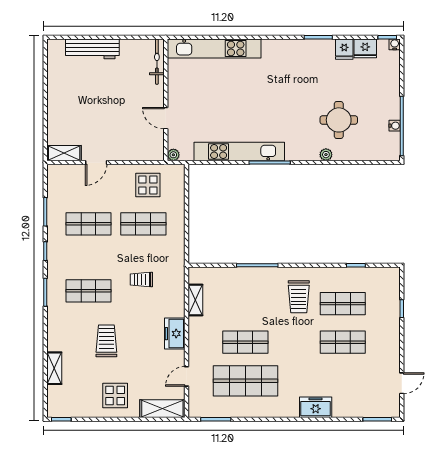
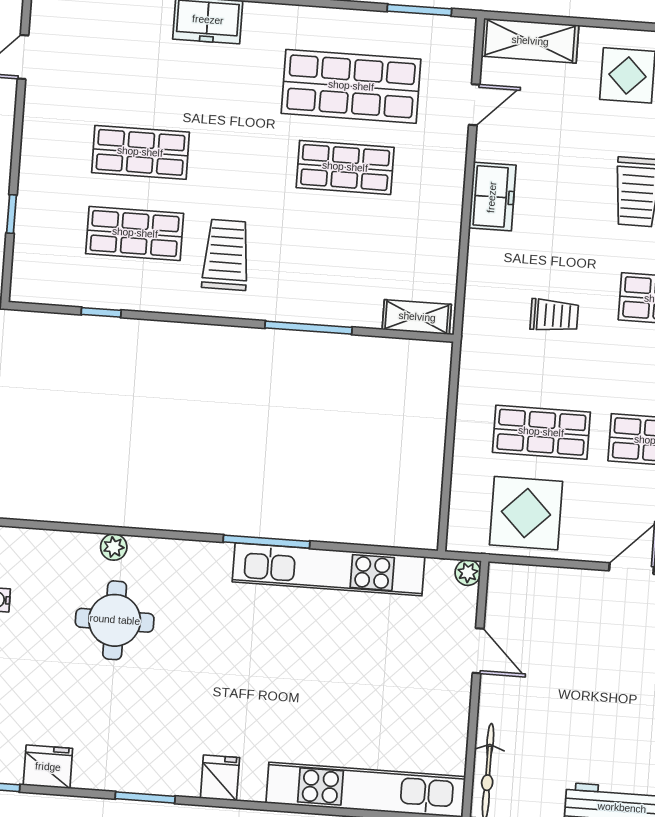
fridge: (344, 49) -> (220, 778), moved
plant: (326, 155) -> (114, 547), moved
display table: (148, 185) -> (526, 513), width x1.36, depth x1.36
shelving: (195, 300) -> (417, 317), moved, turned 90

